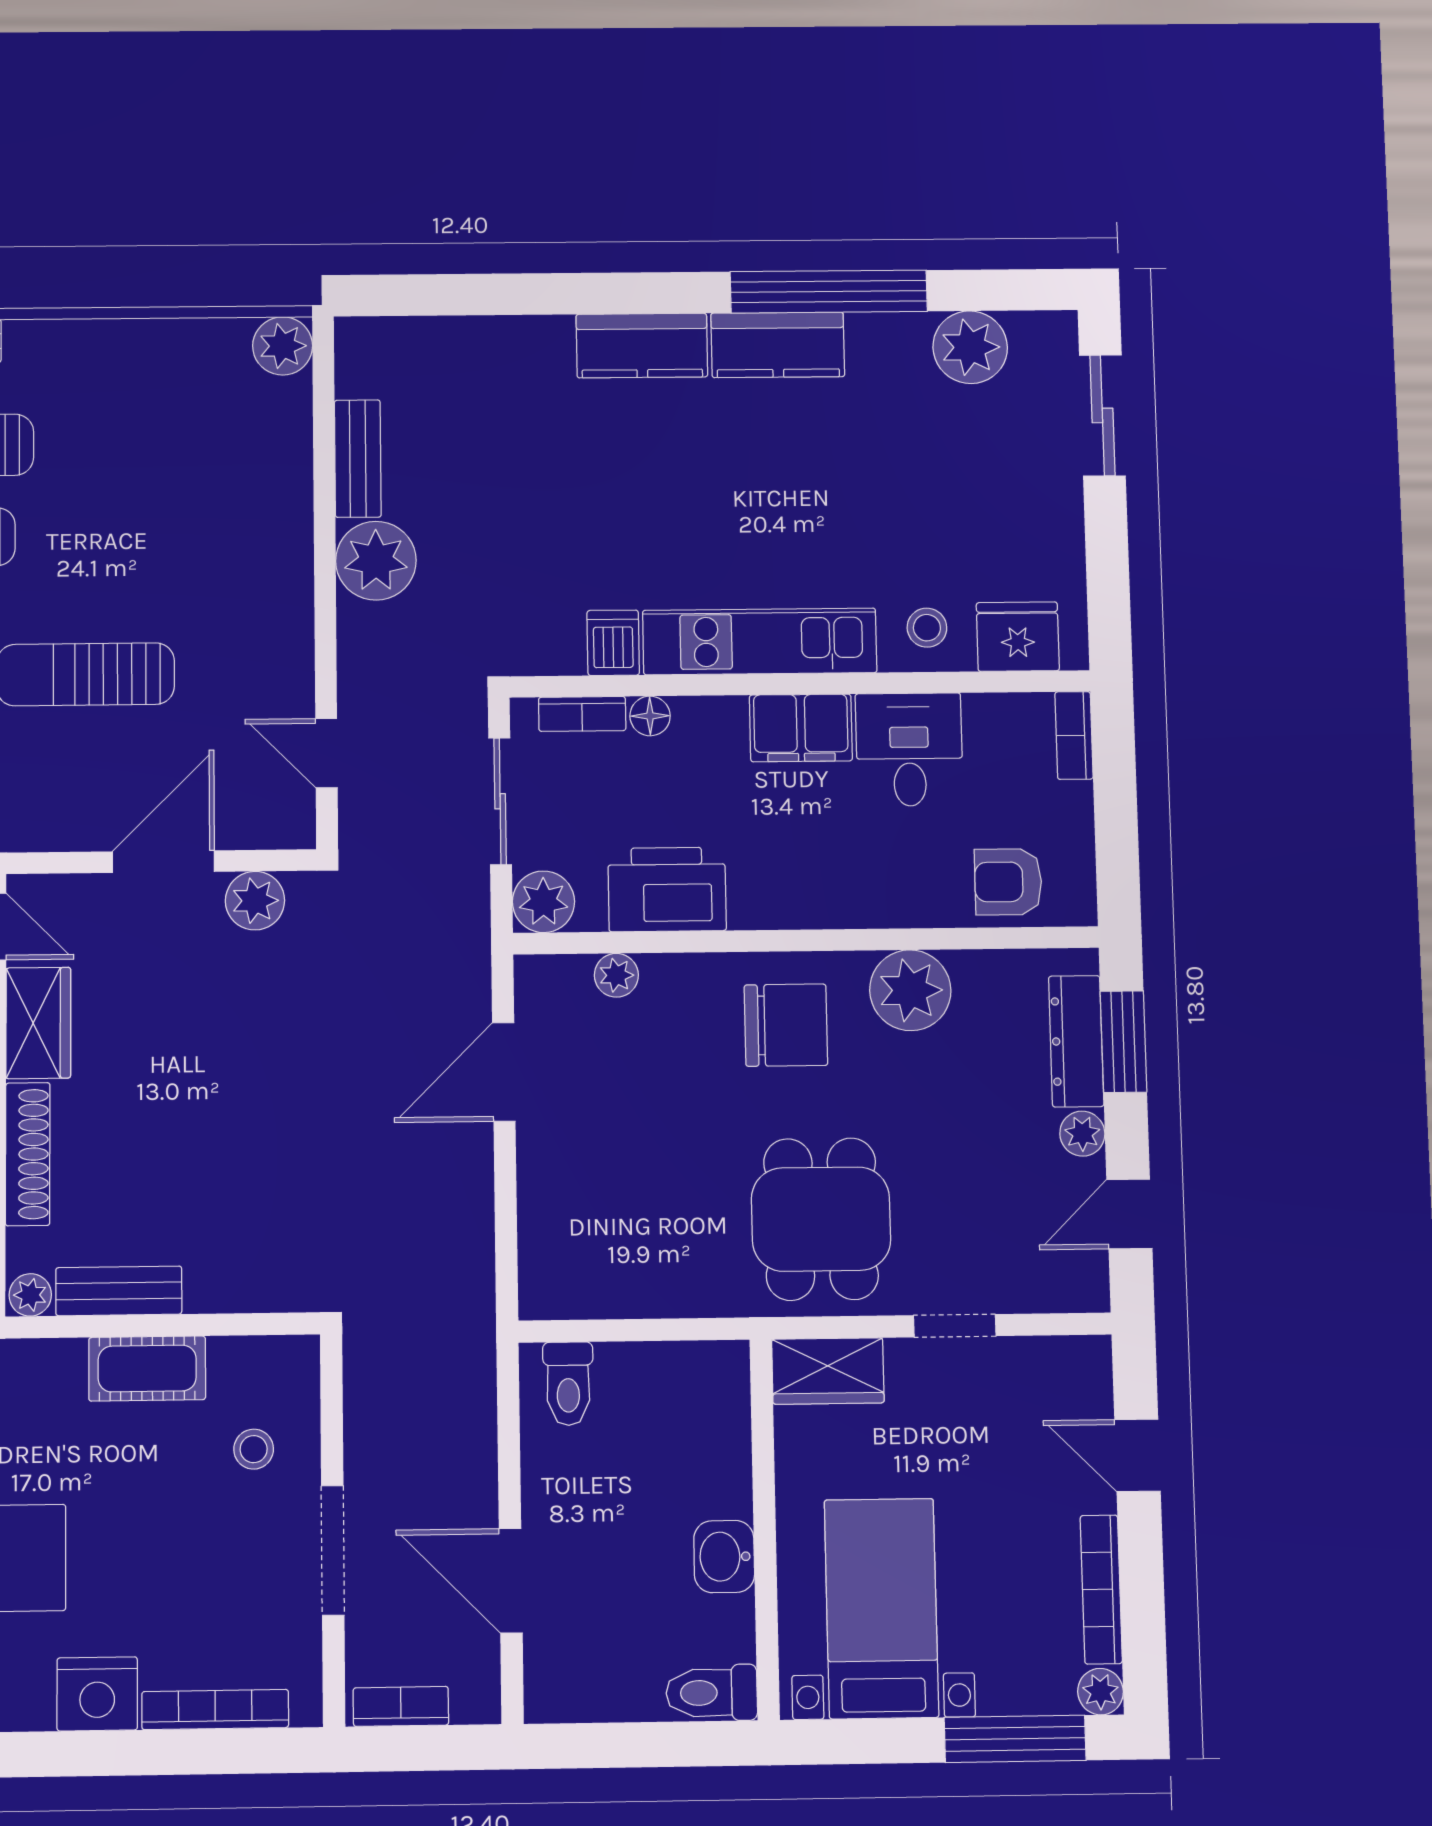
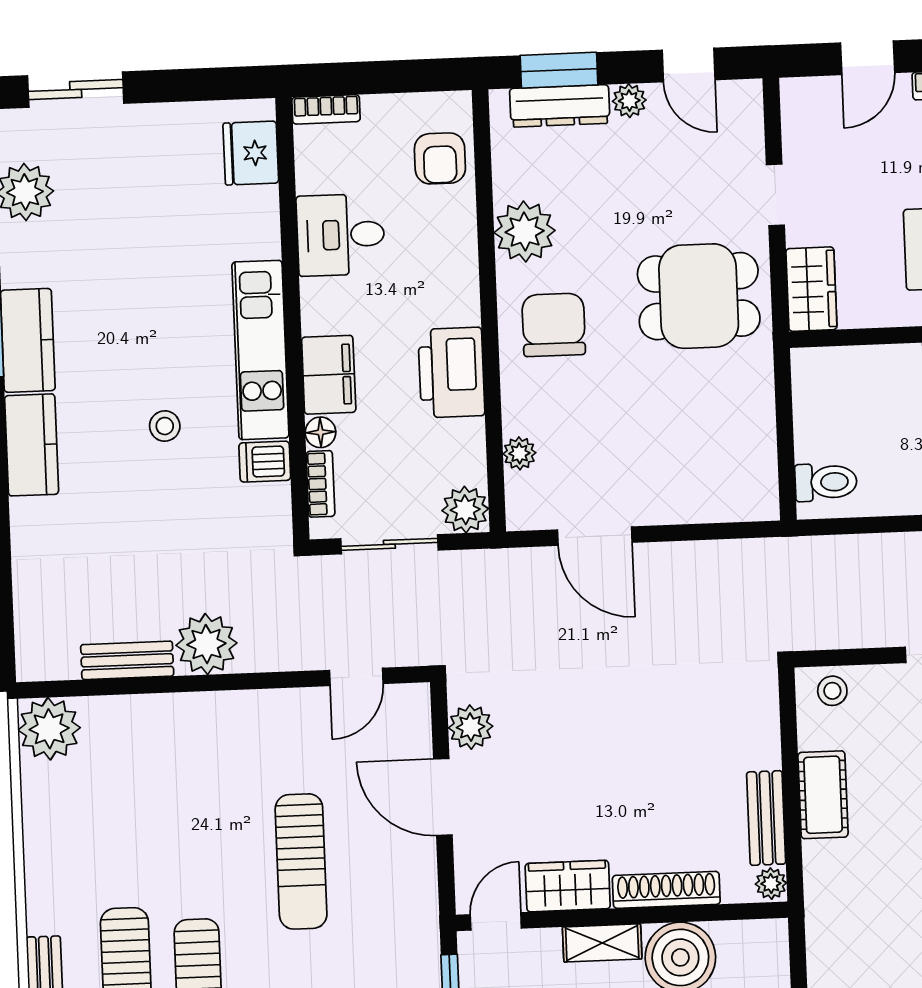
plant: (283, 346) -> (49, 729), width x1.36, depth x1.36
stool: (927, 628) -> (165, 426), moved
filing cabinet: (801, 728) -> (329, 375), moved
printer: (667, 889) -> (451, 372), moved
stool: (254, 1449) -> (832, 691), moved

